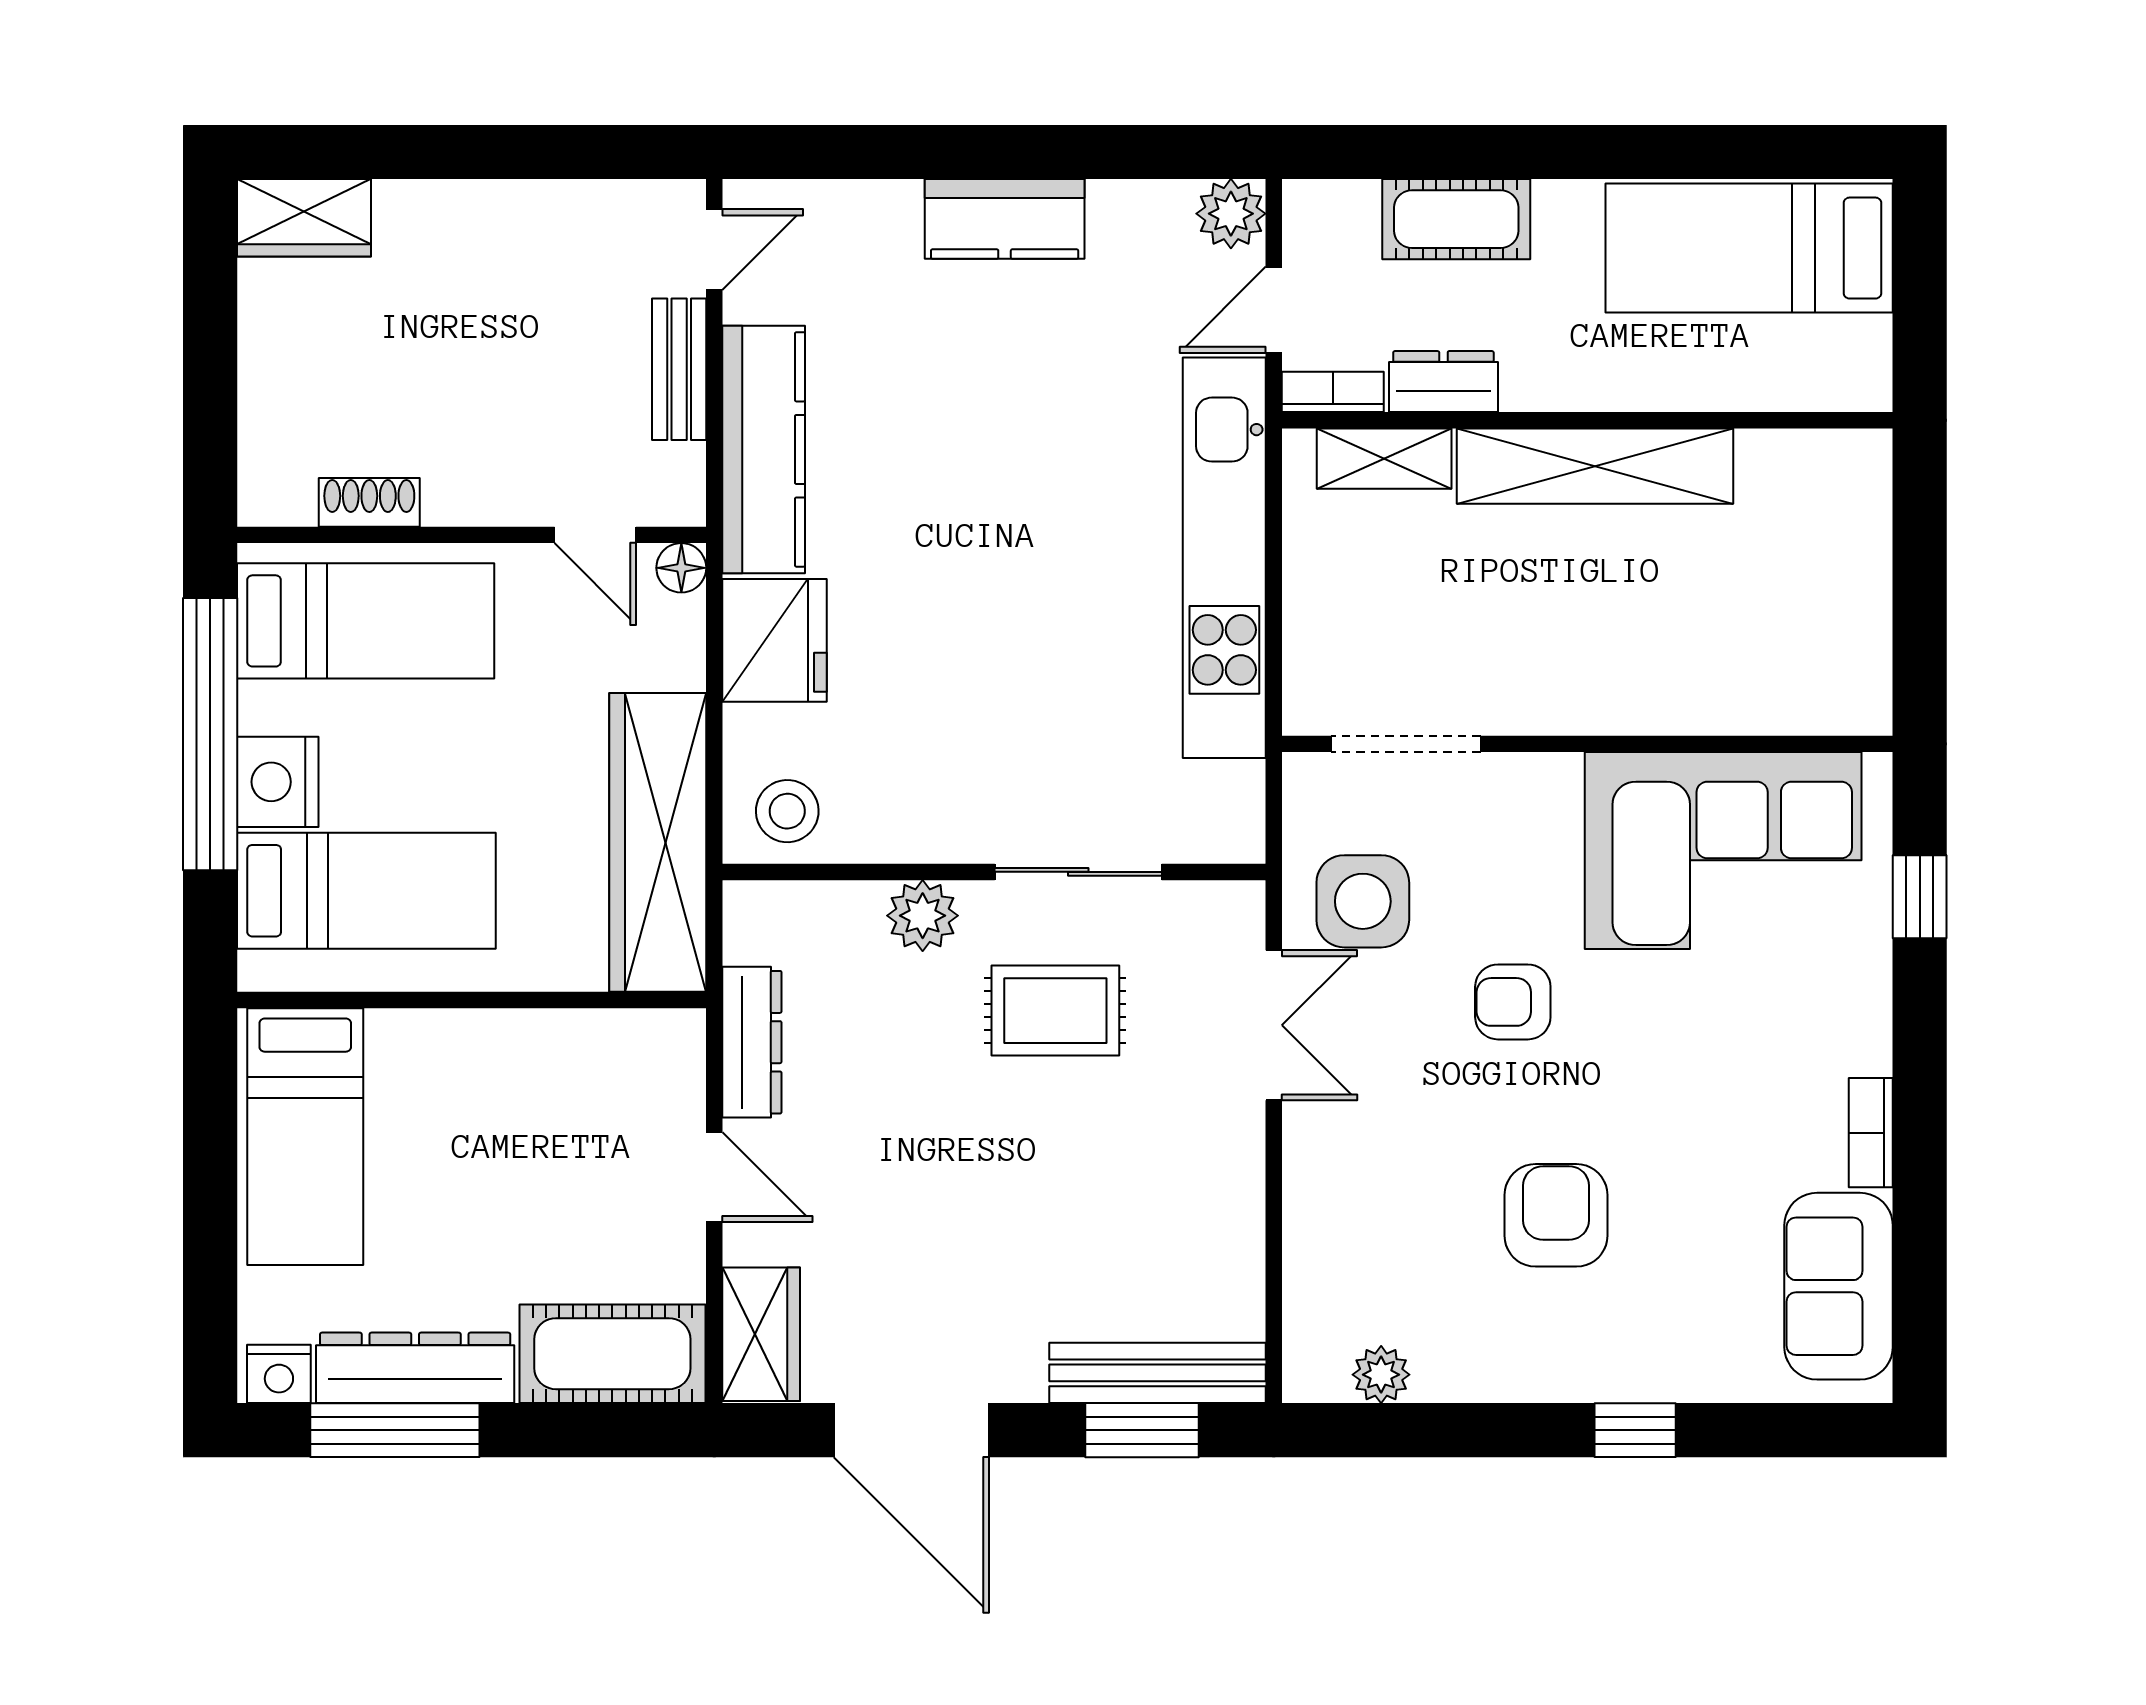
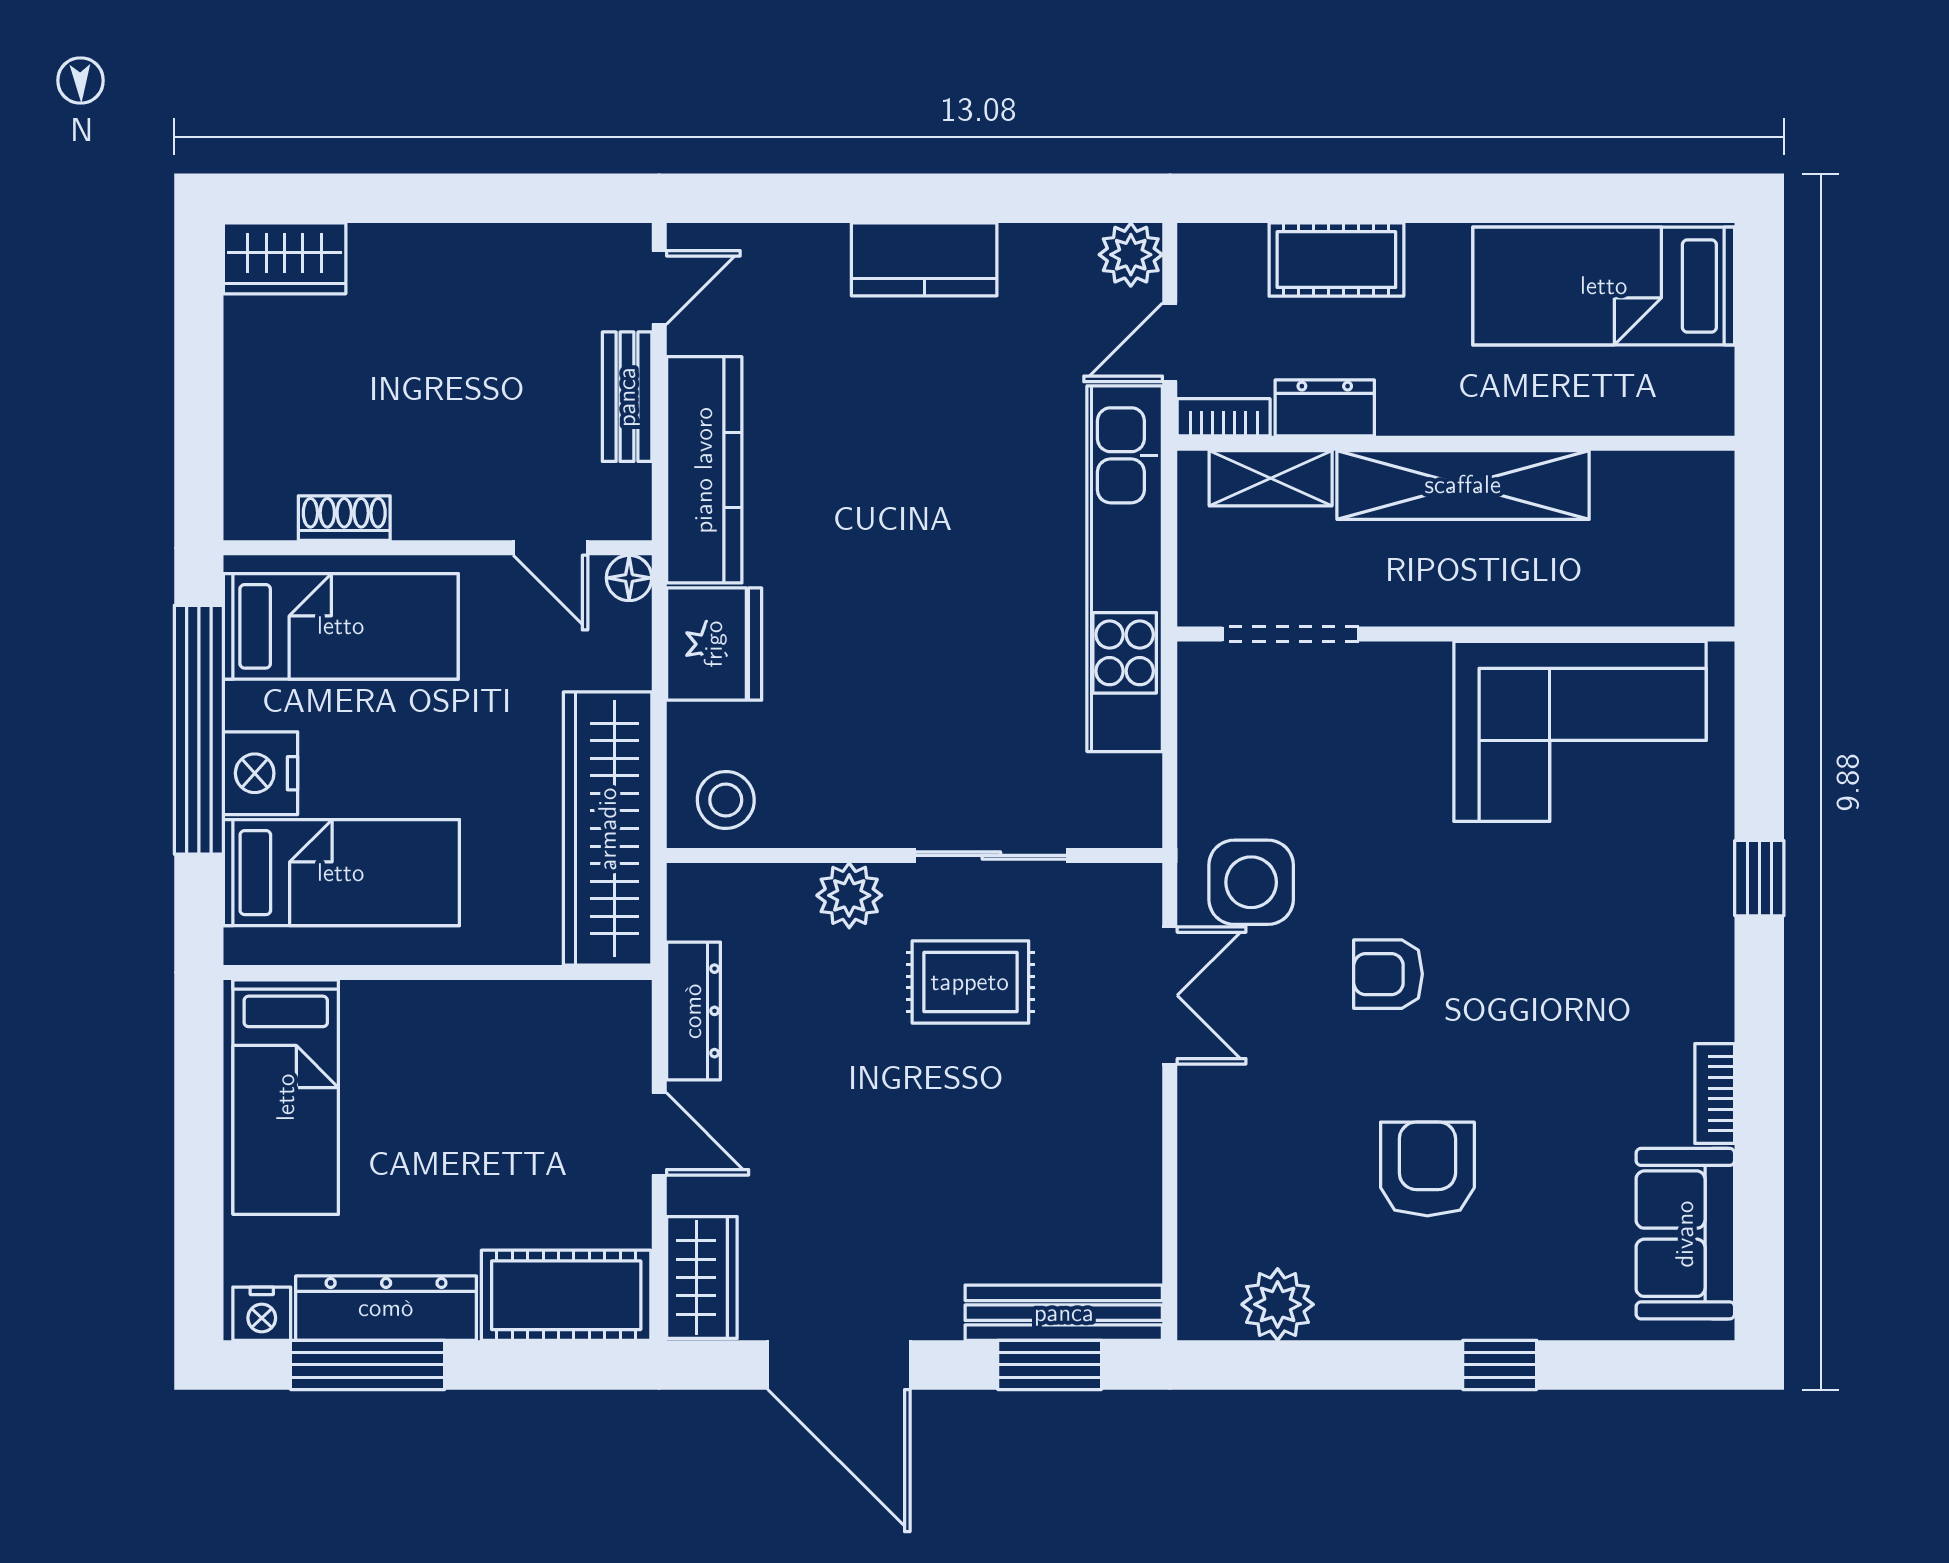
doorway: (1406, 744) -> (1290, 634), moved
wall: (1587, 744) -> (1456, 634), moved
corner sofa: (1723, 851) -> (1580, 731), moved
plant: (1381, 1375) -> (1278, 1304), width x1.38, depth x1.38

